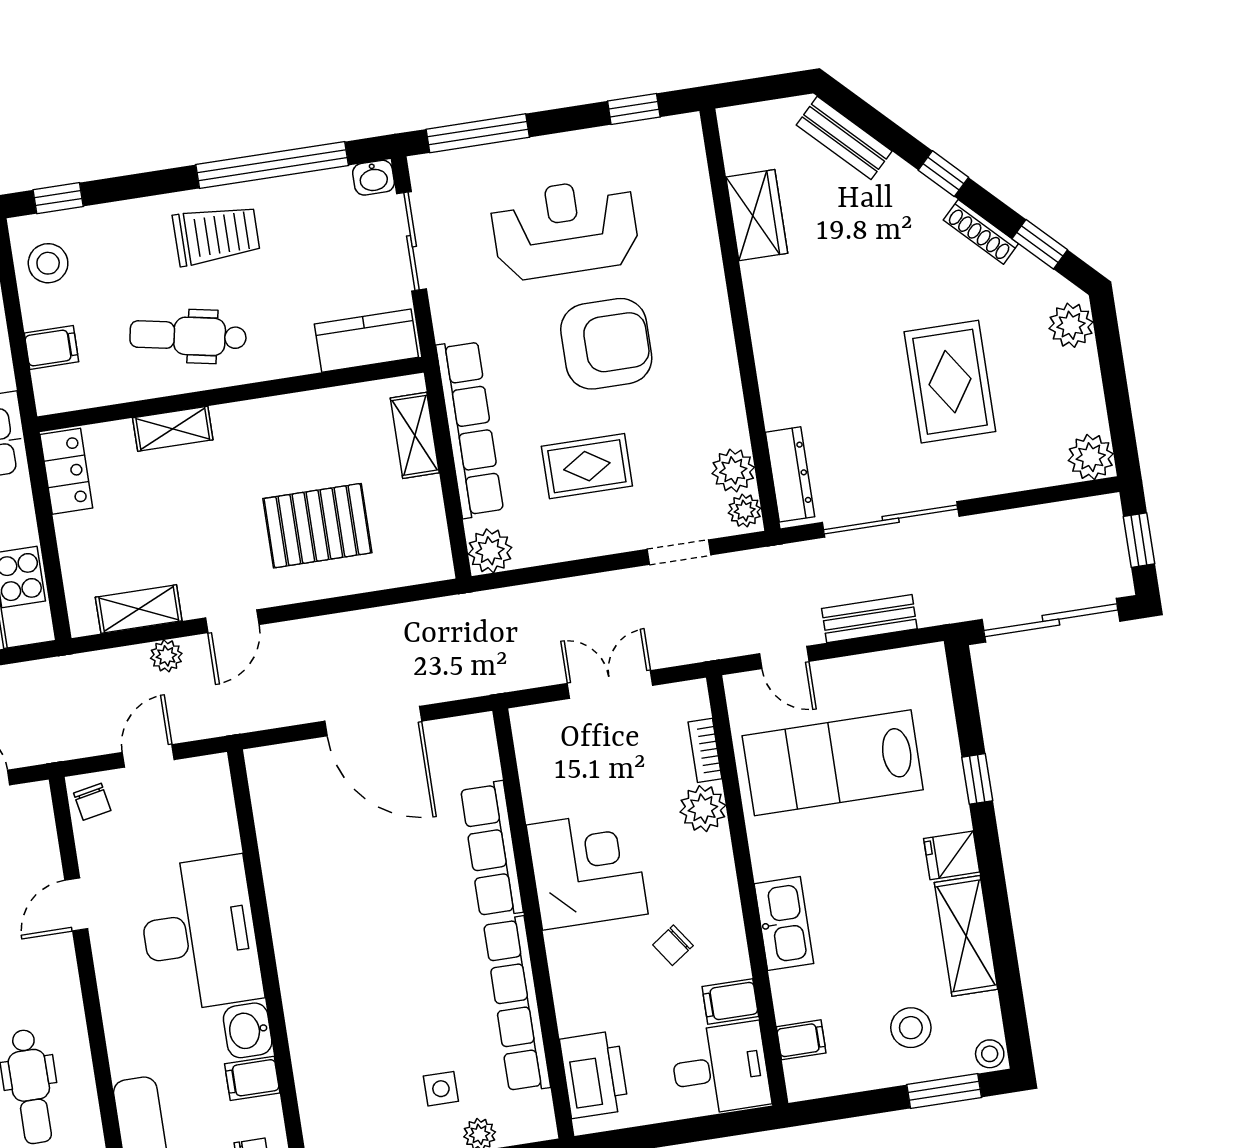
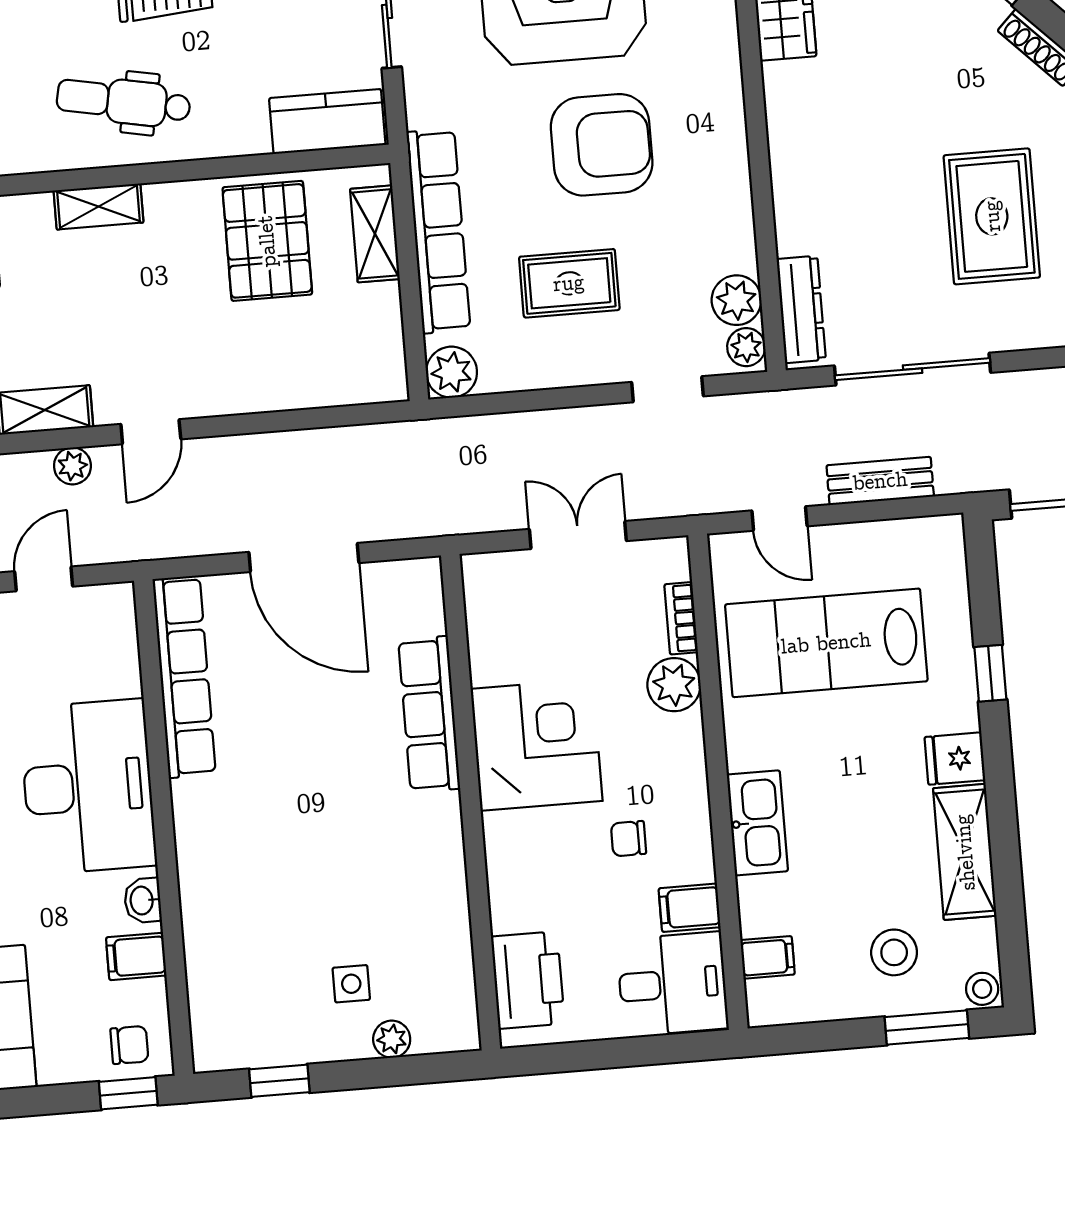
pallet: (317, 526) -> (267, 241), moved, turned 90
chair: (673, 945) -> (629, 839), turned 35
row of seats: (517, 1005) -> (184, 677), moved, turned 180
washbasin: (248, 1030) -> (143, 900), width x0.72, depth x0.69

